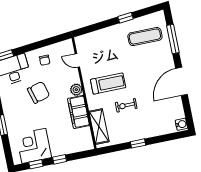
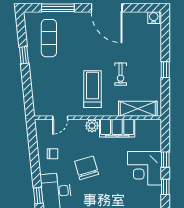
corner desk: (34, 146) -> (144, 168), moved

